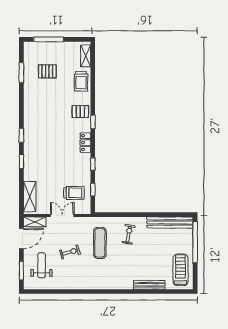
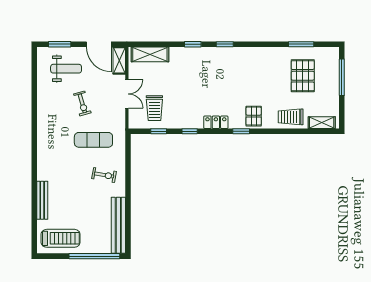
pallet: (47, 71) -> (303, 76), width x1.50, depth x1.42

